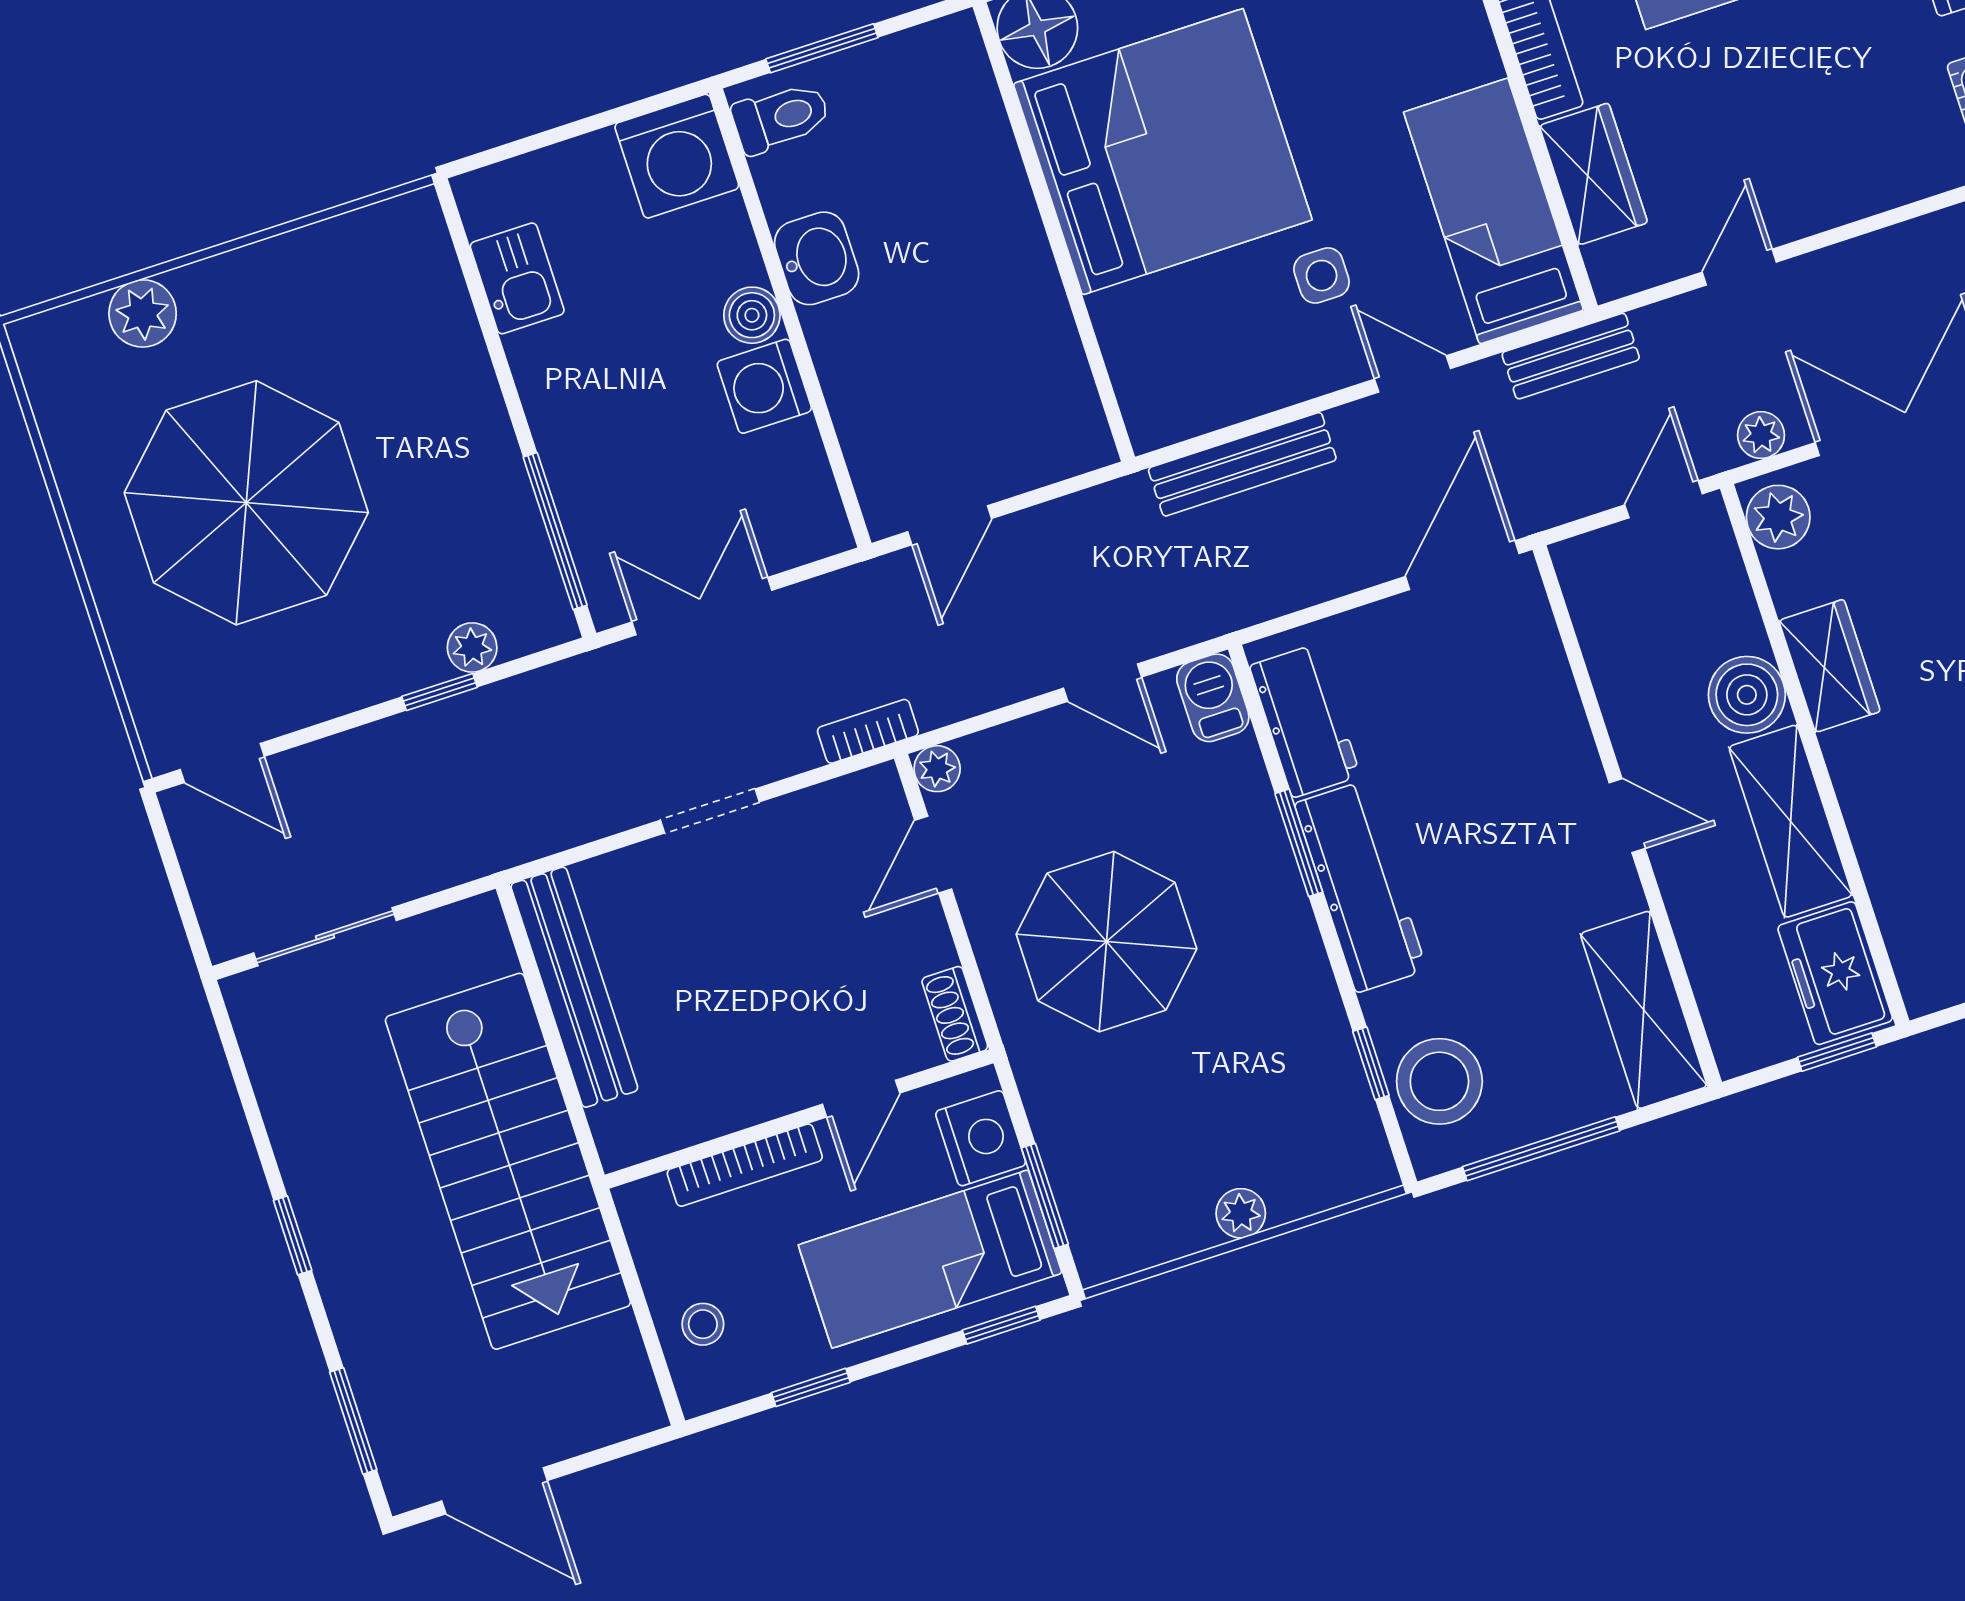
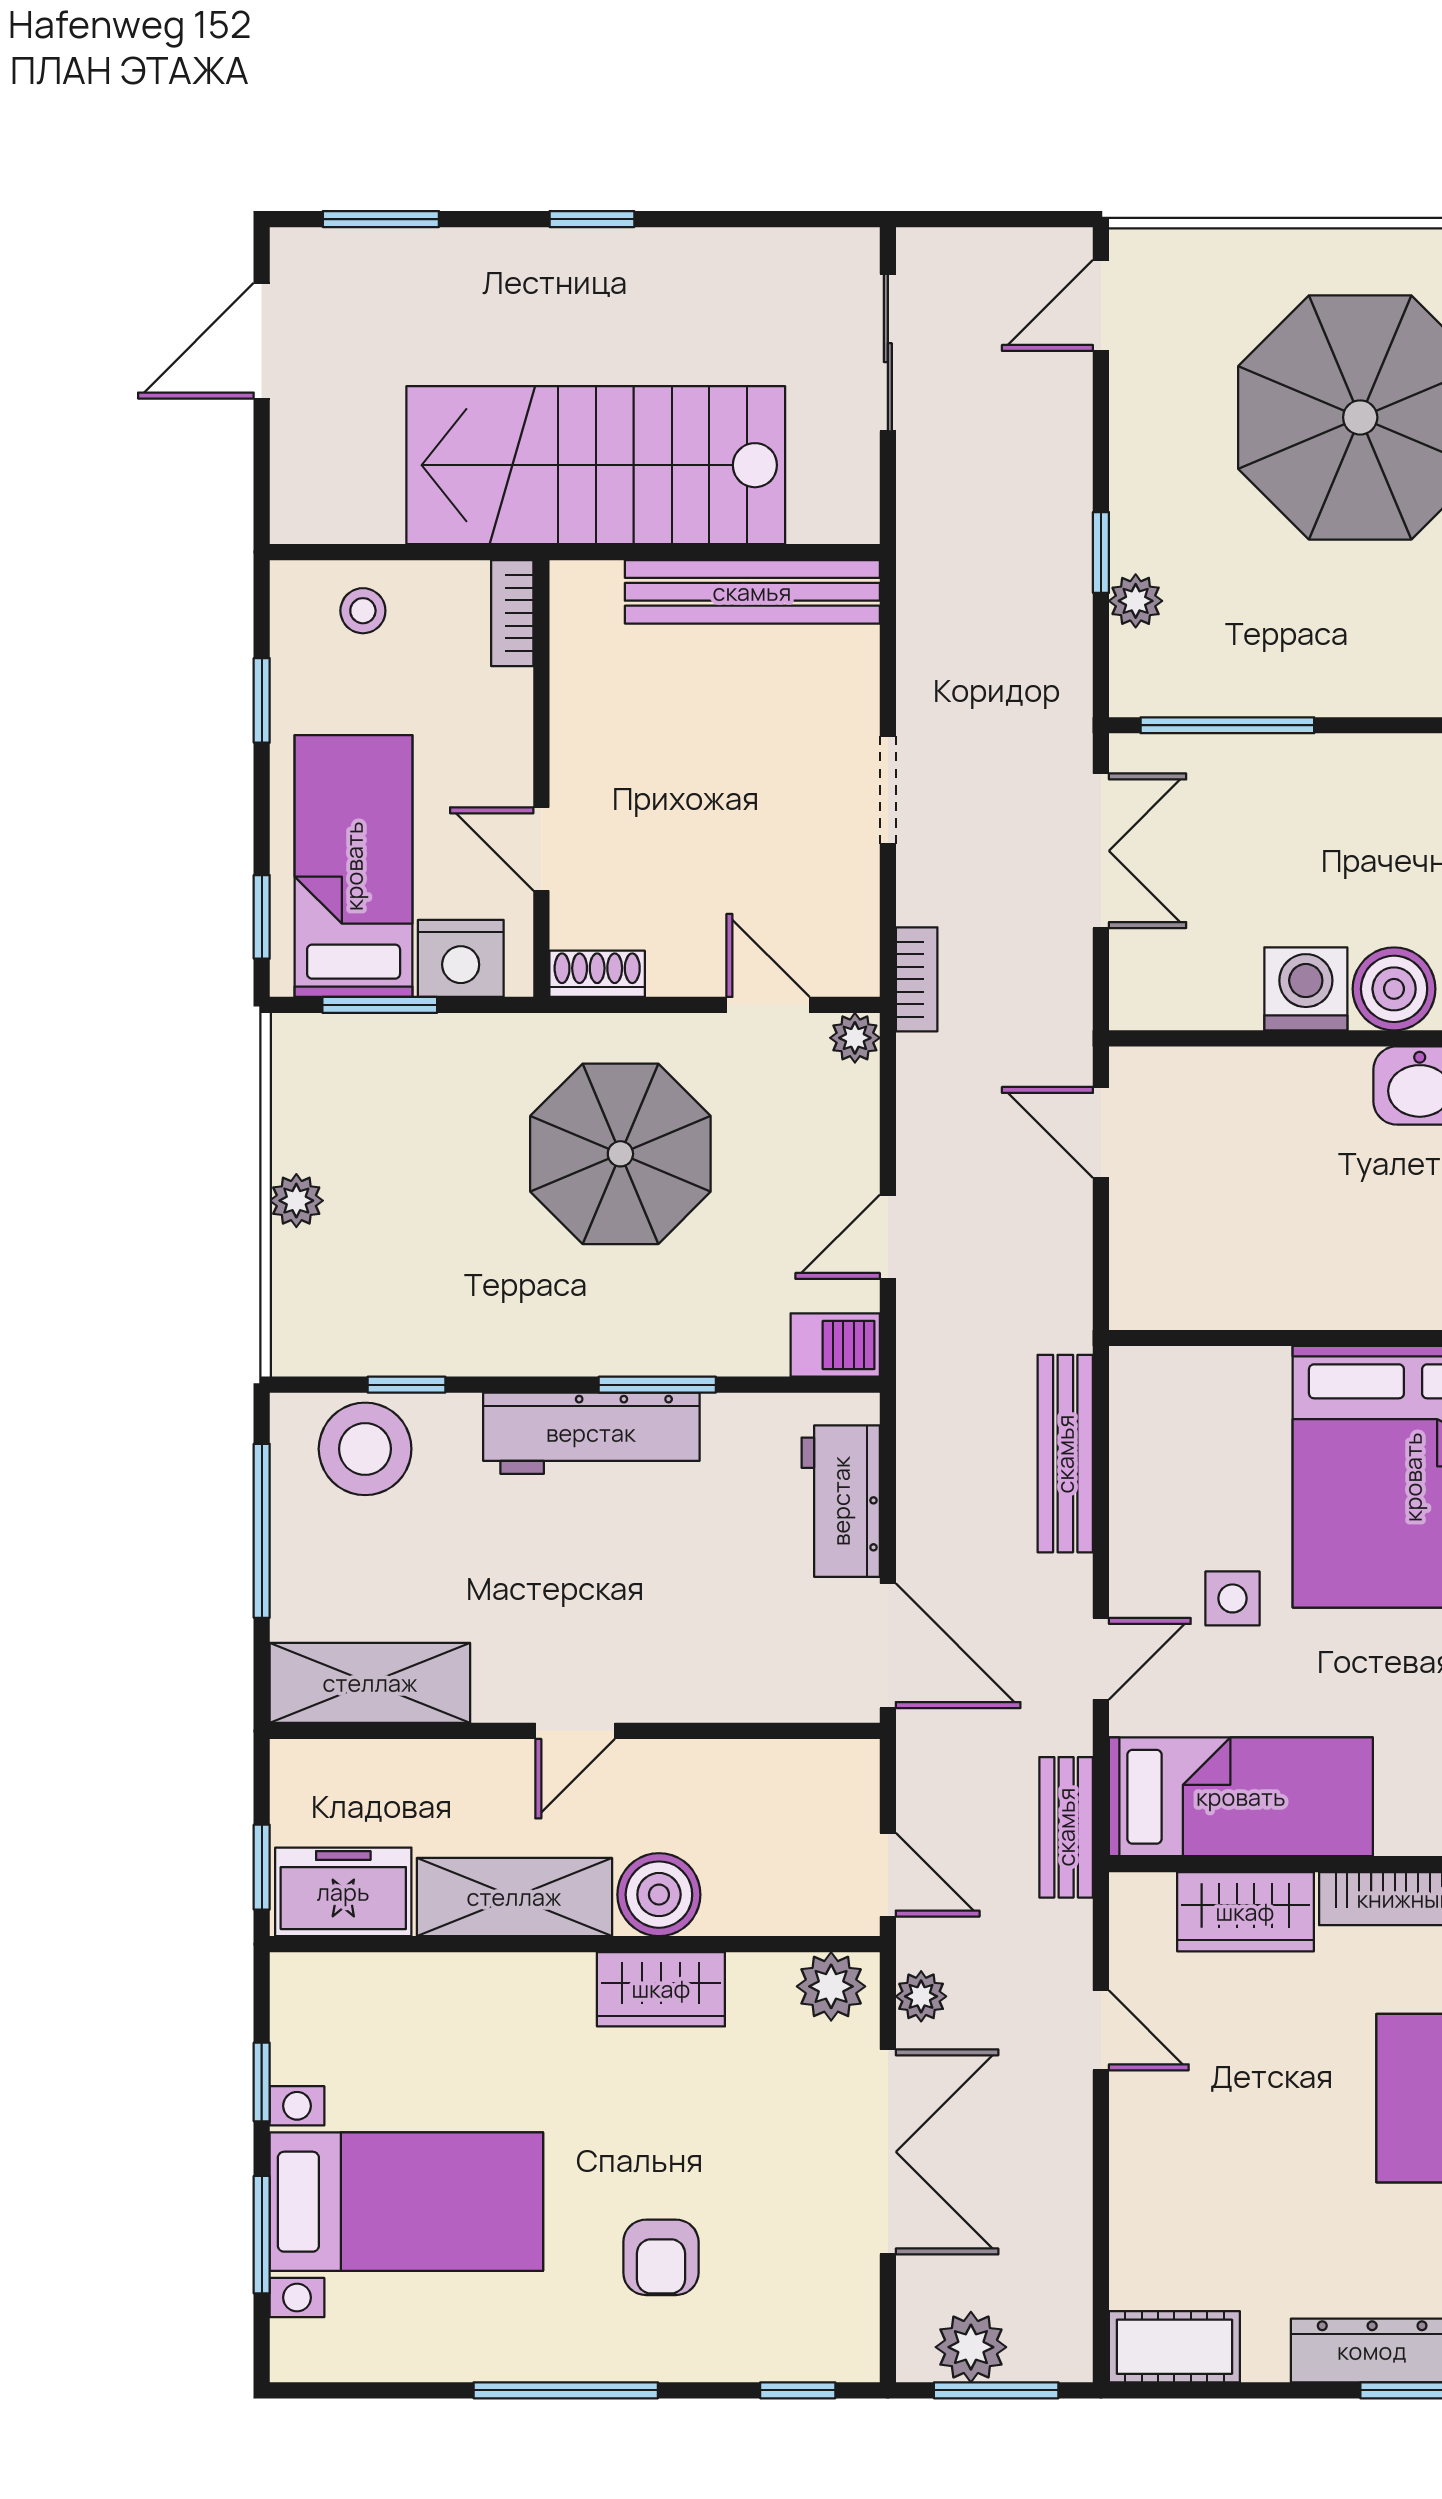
boiler: (752, 315) -> (1394, 989), width x1.36, depth x1.36
workbench: (1305, 721) -> (841, 1501), moved, turned 90
bookcase: (745, 1165) -> (512, 613), moved, width x0.64

